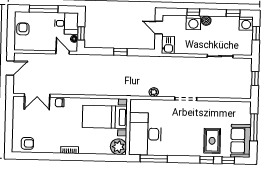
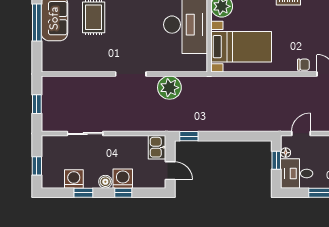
window: (233, 13) -> (83, 193), moved
washing machine: (246, 24) -> (74, 179), moved
window: (120, 52) -> (189, 136), moved
door: (63, 53) -> (301, 134), swing flipped
plant: (154, 92) -> (169, 88), width x1.88, depth x1.88
window: (254, 127) -> (37, 22), moved

